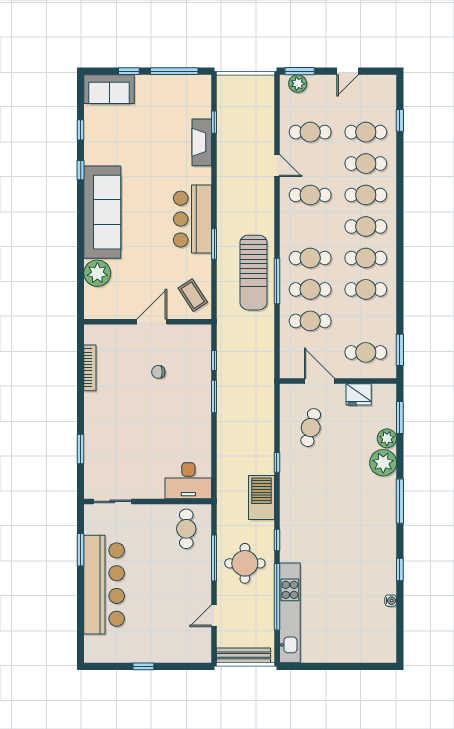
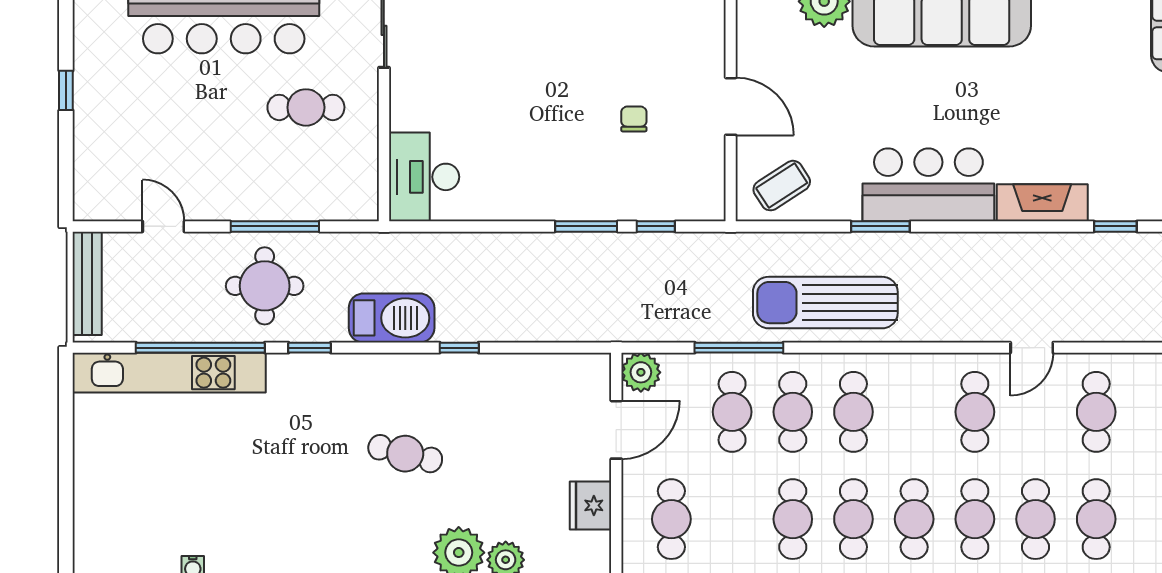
fireplace: (202, 142) -> (1042, 203), moved
window: (277, 281) -> (739, 348), moved
plant: (290, 368) -> (641, 372), added
cafe table: (311, 428) -> (405, 454), moved
cafe table: (186, 529) -> (306, 107), moved

